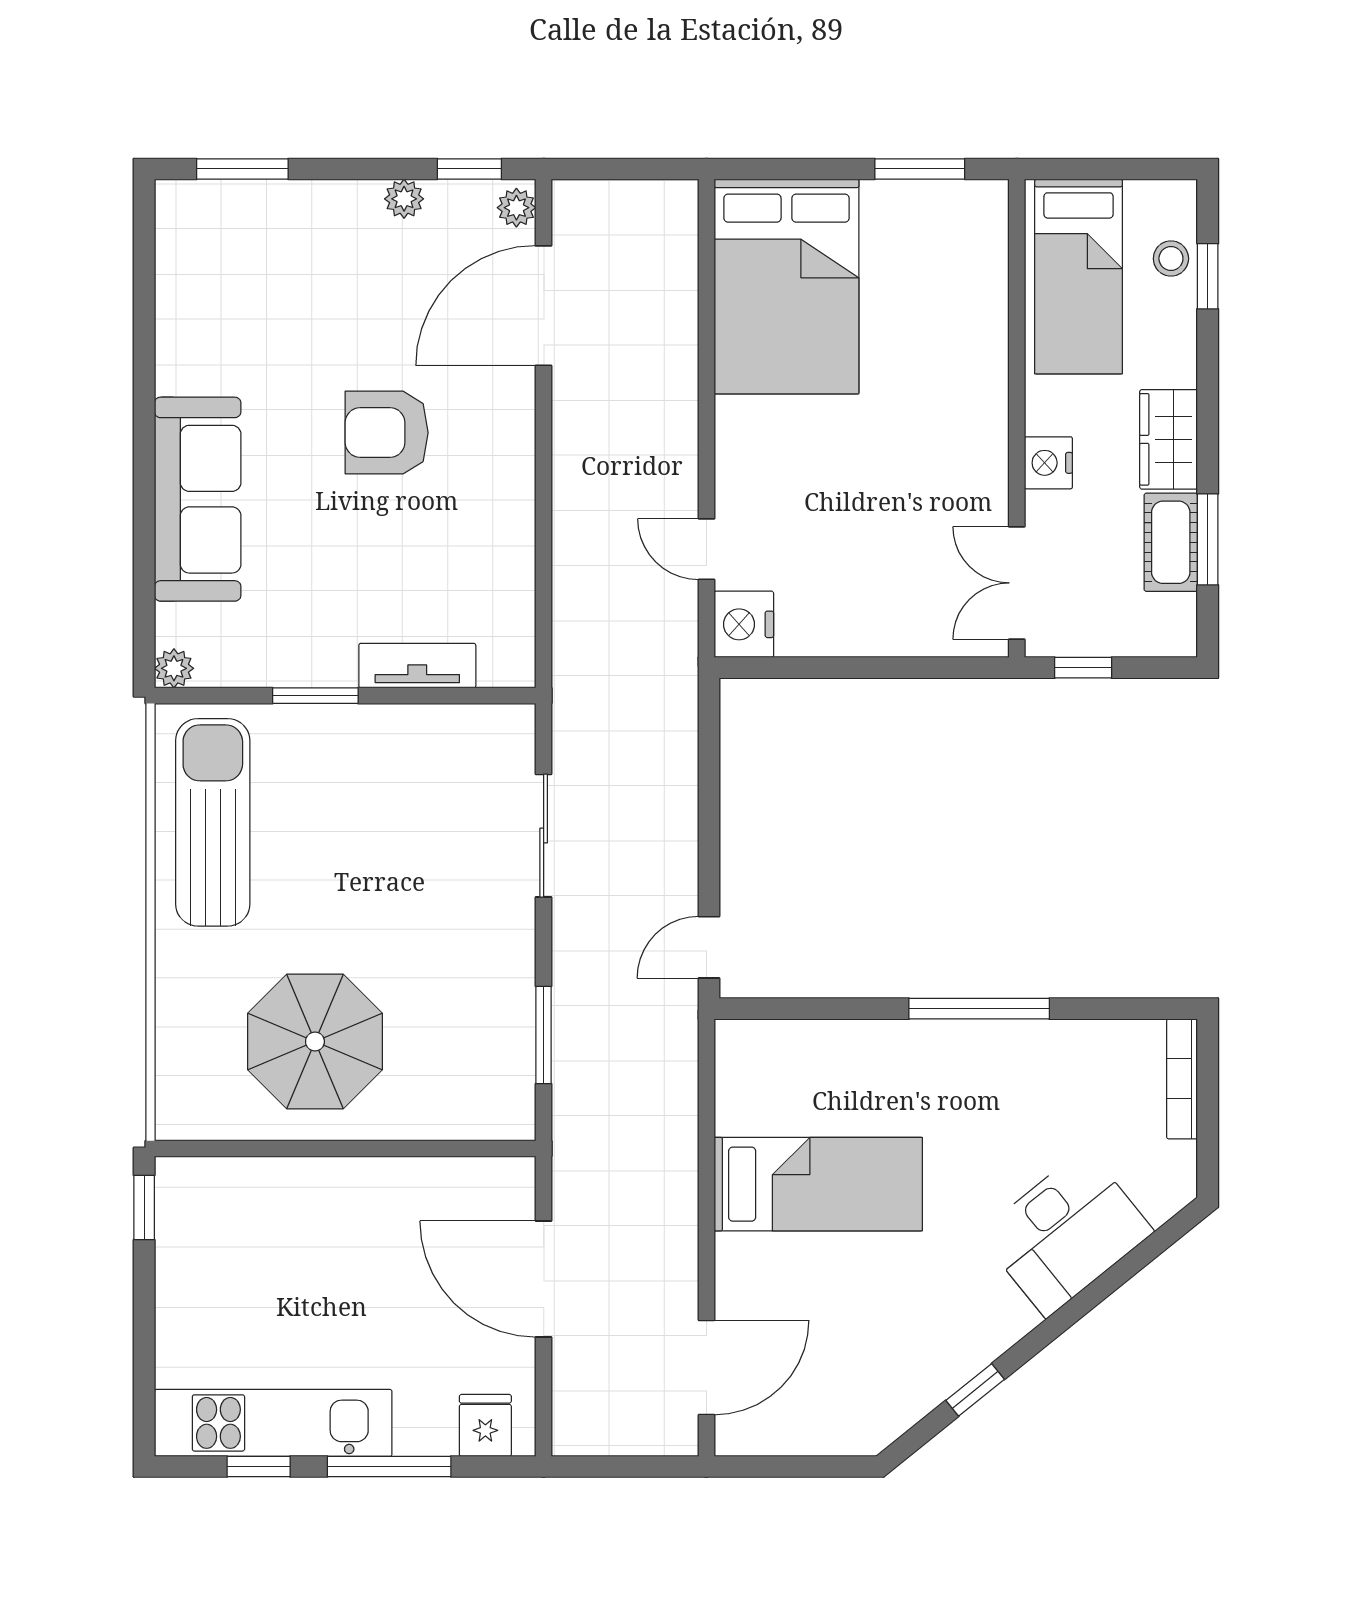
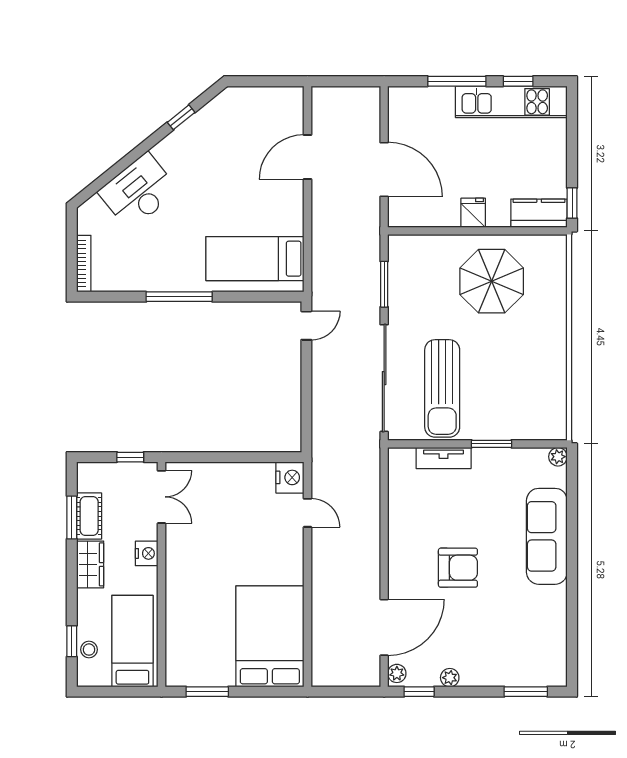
sun lounger: (213, 822) -> (442, 388), moved
sliding door: (544, 836) -> (384, 378), width x1.86
bed: (818, 1184) -> (255, 259), moved
kitchen counter: (214, 1186) -> (539, 213), added
door: (706, 1367) -> (308, 157), moved
fridge: (485, 1425) -> (473, 213), moved, turned 180

